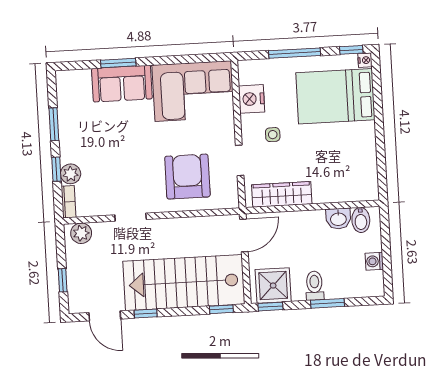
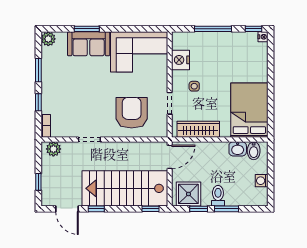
bed: (335, 96) -> (249, 110), moved, turned 90
plant: (71, 174) -> (48, 39), moved
window: (270, 307) -> (199, 209), moved

